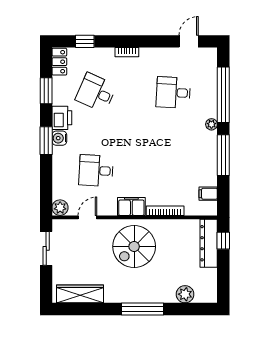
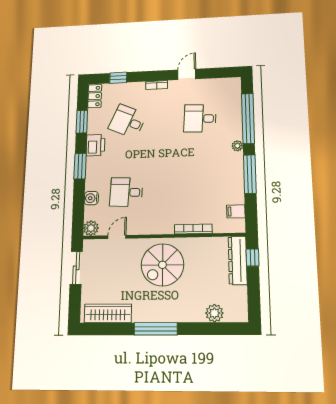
door: (189, 41) -> (187, 74), moved
water cooler: (59, 138) -> (91, 198), moved
filing cabinet: (131, 206) -> (160, 225), removed
window: (142, 309) -> (156, 329), moved

